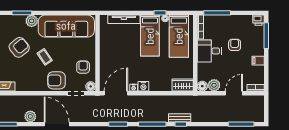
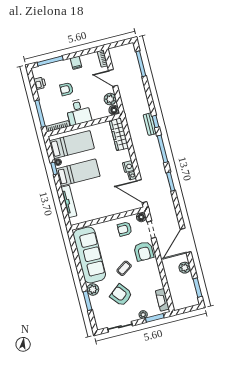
printer: (259, 20) -> (40, 83), moved
wardrobe: (183, 85) -> (119, 134), width x1.50

